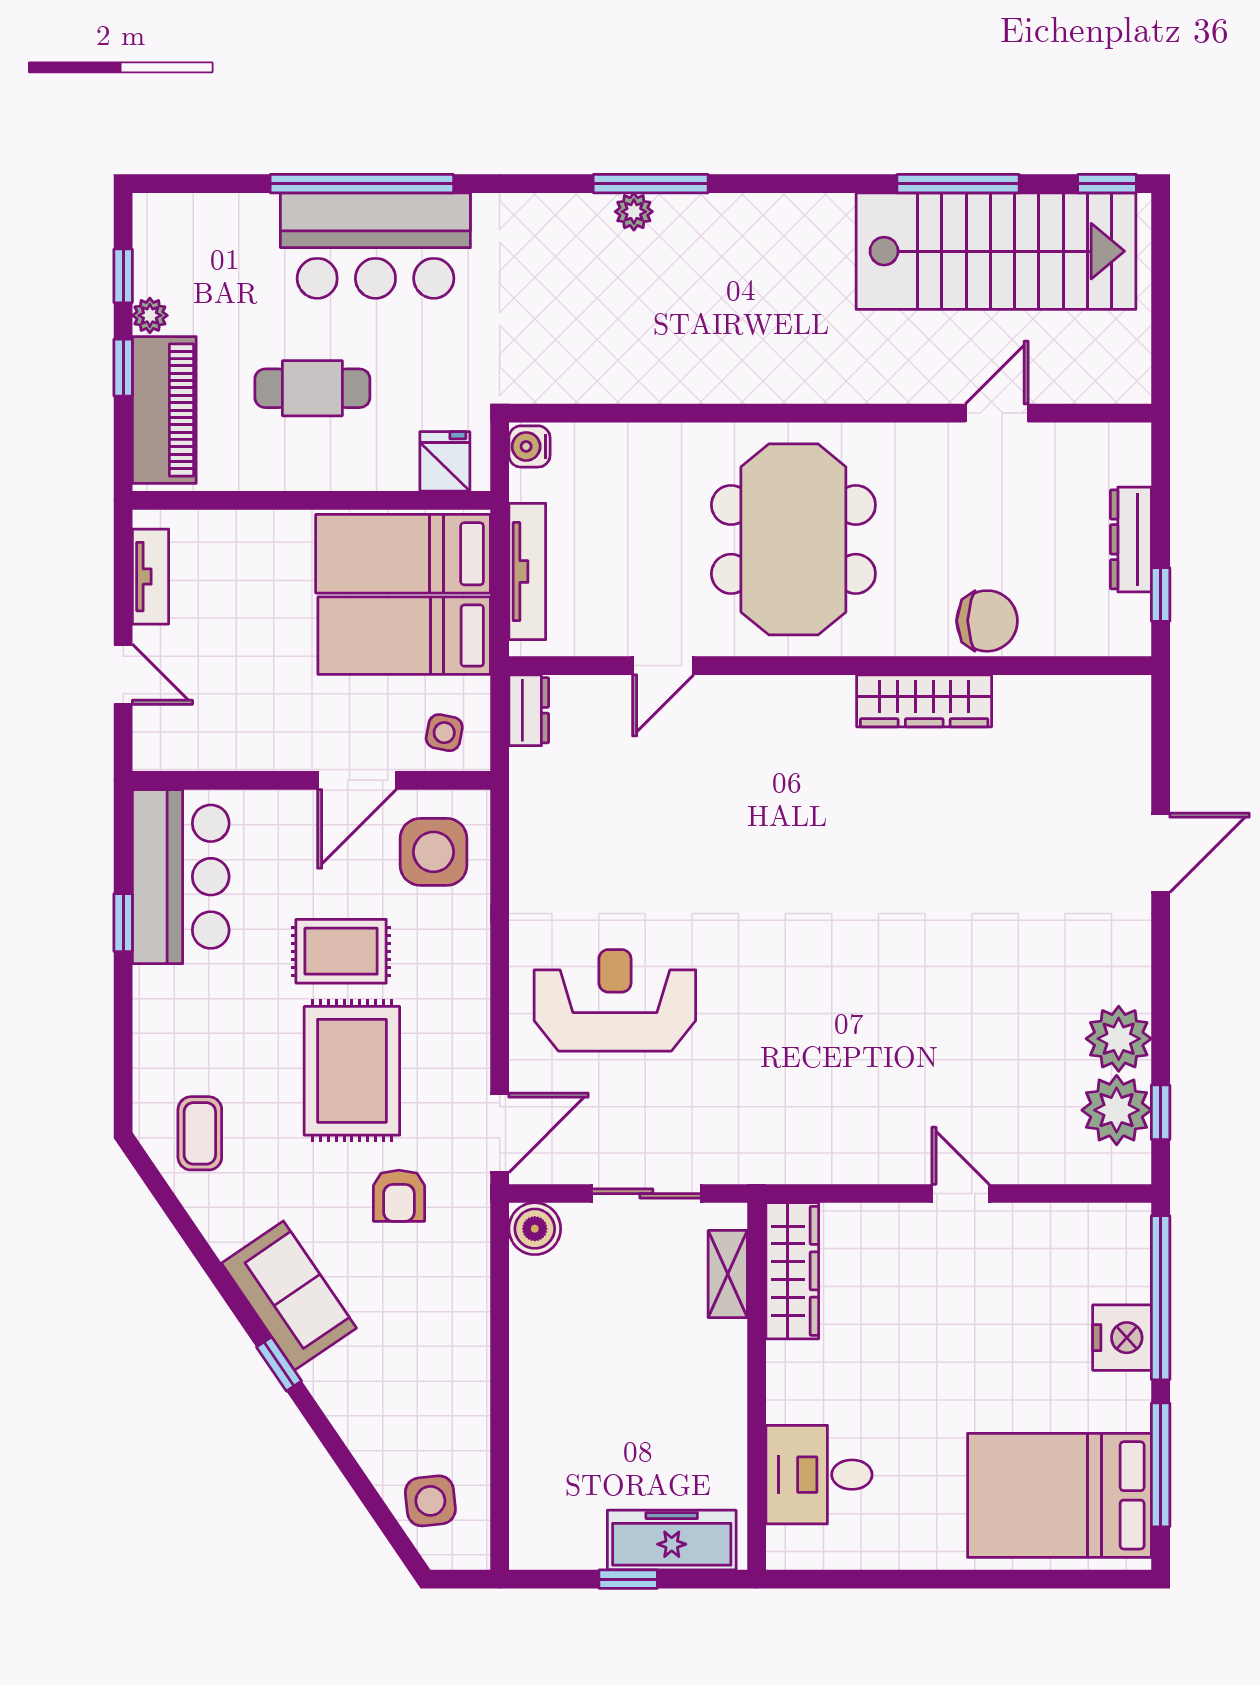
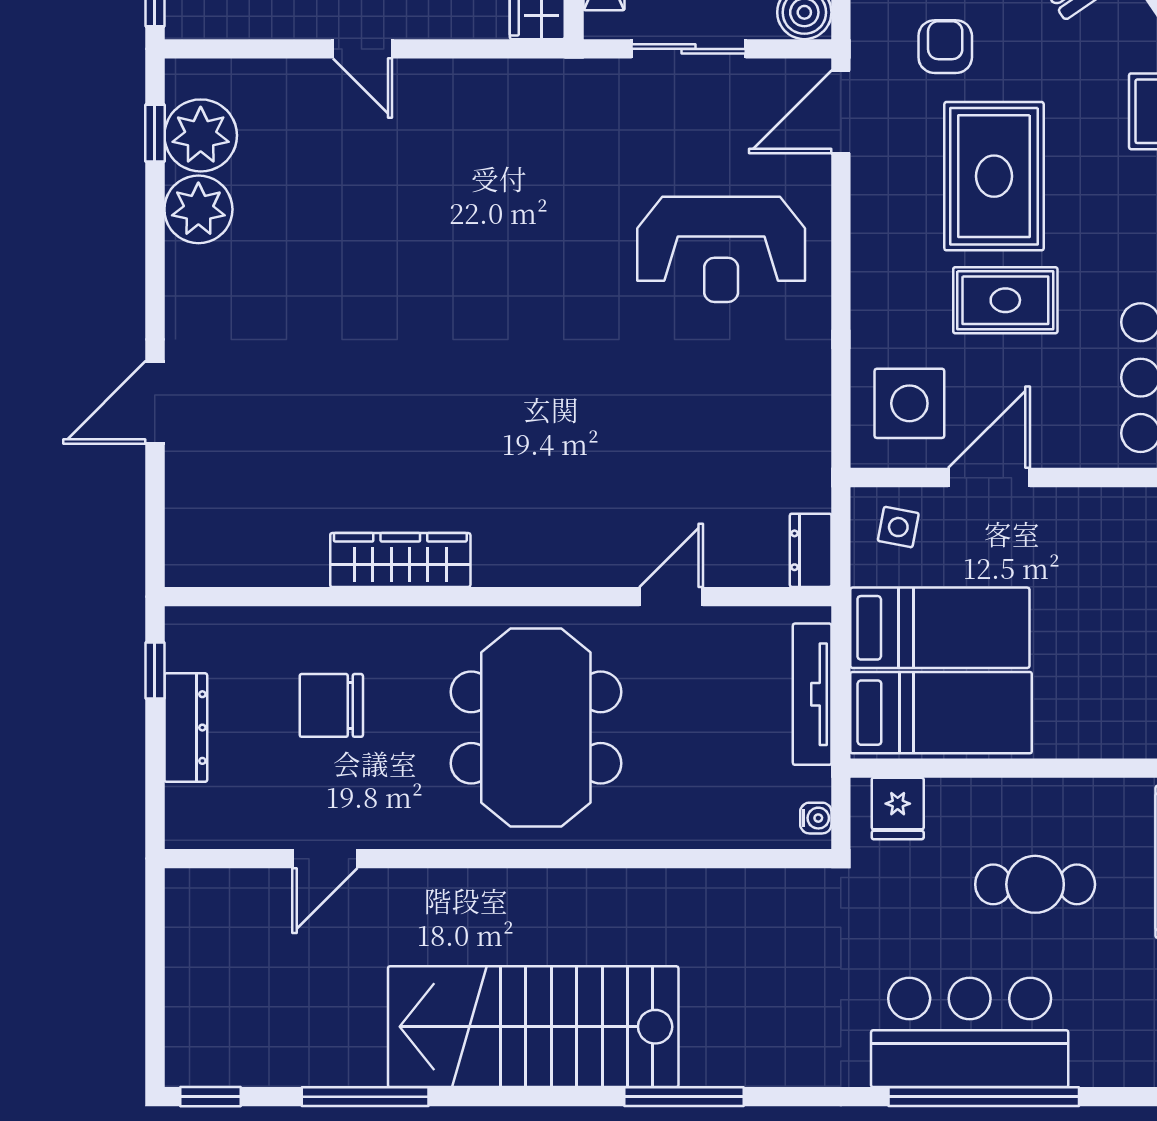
plant: (634, 212) -> (702, 1068), removed
stairs: (996, 251) -> (533, 1027), moved
water cooler: (529, 446) -> (816, 818), width x0.72, depth x0.72
chair: (987, 621) -> (331, 705), moved

